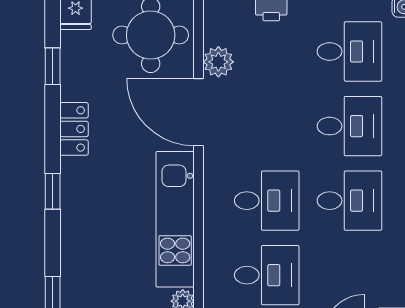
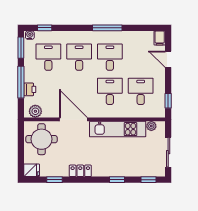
plant: (218, 62) -> (35, 111), moved
door: (199, 112) -> (73, 119), swing flipped
window: (53, 191) -> (117, 180), moved

